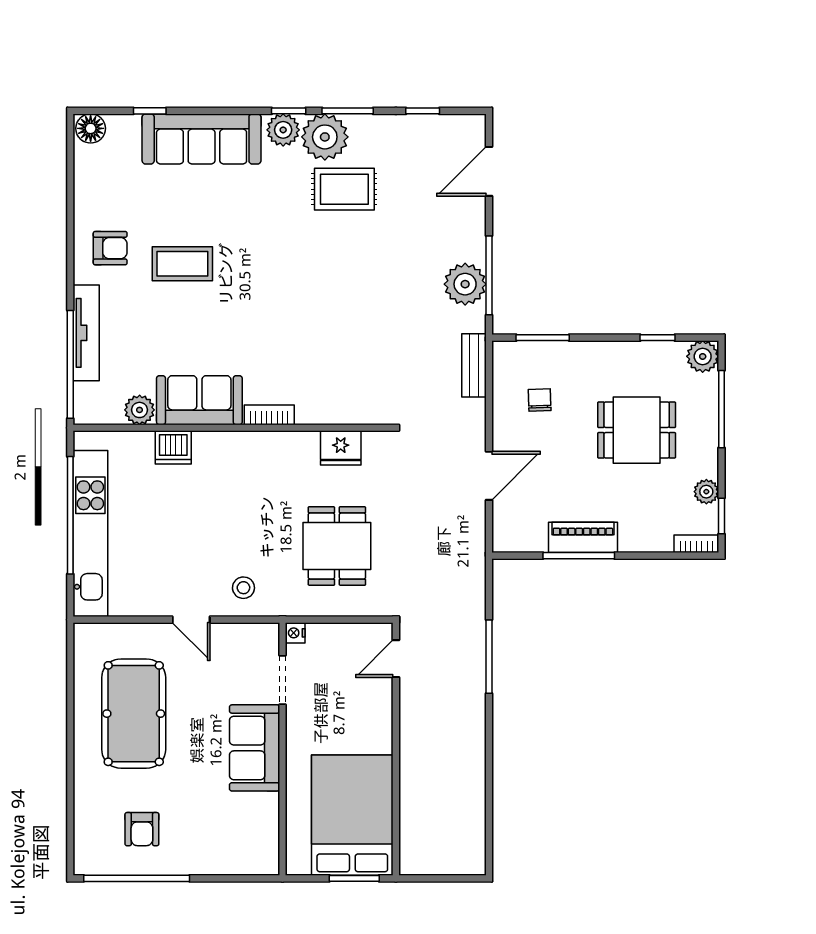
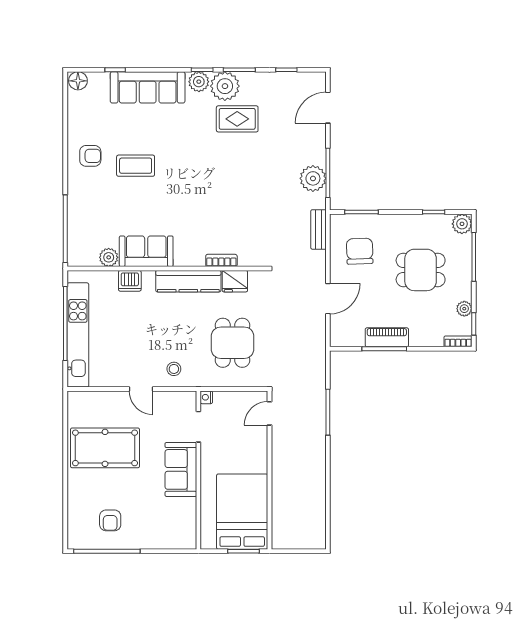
tv unit: (86, 333) -> (75, 209), removed
chair: (540, 400) -> (360, 251), width x1.87, depth x1.87
bookcase: (269, 415) -> (221, 260), moved
kitchen counter: (267, 448) -> (188, 281), added
pool table: (134, 714) -> (105, 448), turned 90

